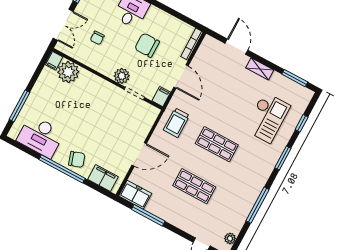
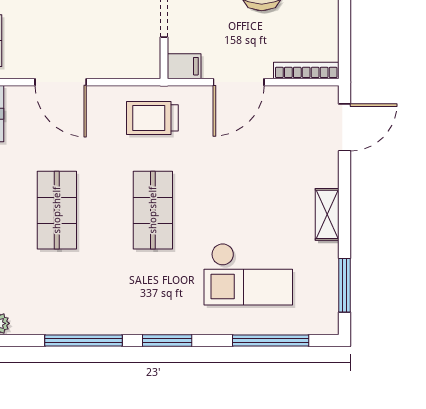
door: (236, 47) -> (344, 127), moved
window: (302, 123) -> (271, 341), width x2.17
window: (283, 158) -> (167, 341), moved

